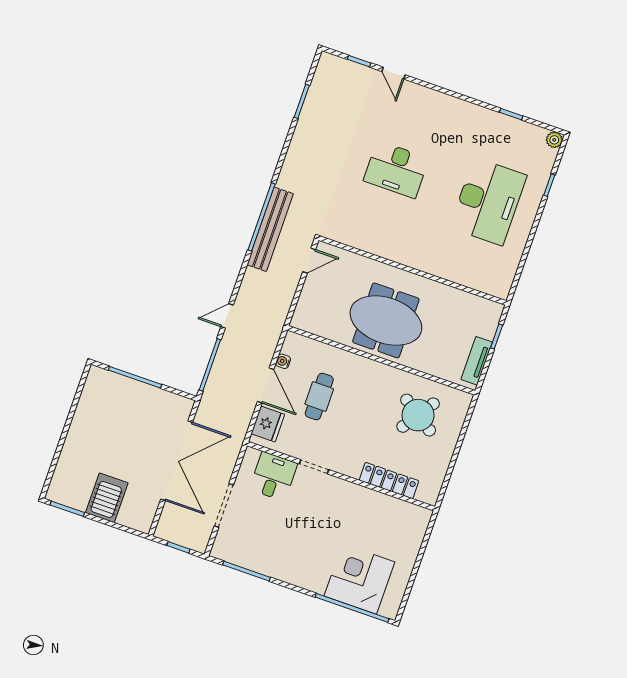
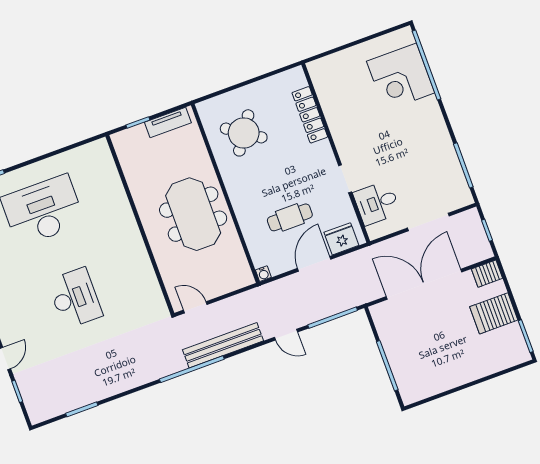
bench: (270, 229) -> (223, 345), moved
water cooler: (283, 361) -> (263, 274), moved
server rack: (143, 519) -> (487, 274), added

